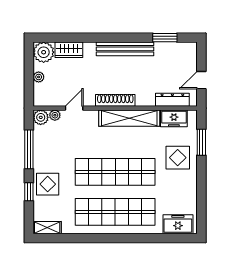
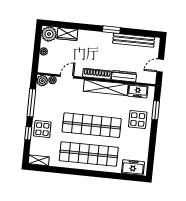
window: (165, 38) -> (111, 30), moved
bench: (125, 49) -> (134, 40), moved
dresser: (172, 100) -> (124, 76), moved

